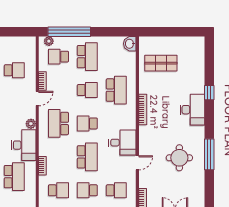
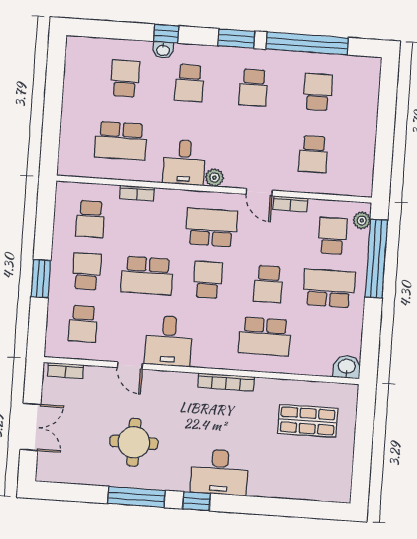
school desk: (87, 57) -> (329, 288), turned 180
shop shelf: (161, 63) -> (308, 421), turned 90
window: (209, 93) -> (197, 501), moved
desk: (24, 145) -> (184, 162), width x0.73

